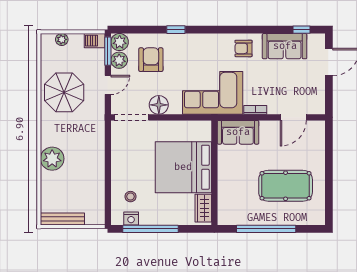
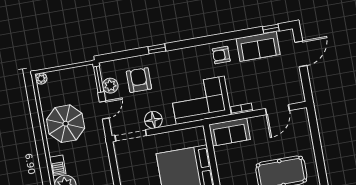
plant: (62, 39) -> (41, 78), moved
barbecue: (95, 41) -> (58, 165), moved, turned -90
plant: (120, 42) -> (108, 69), removed

